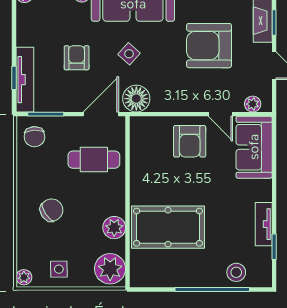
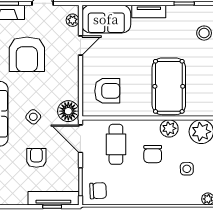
armchair: (77, 58) -> (36, 158), turned 90
armchair: (190, 141) -> (107, 91), moved
chair: (52, 210) -> (153, 154), moved, turned -146
tv unit: (264, 224) -> (149, 12), moved
side table: (59, 269) -> (187, 169), moved

